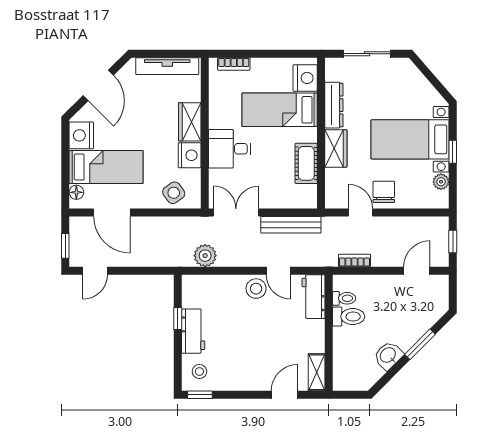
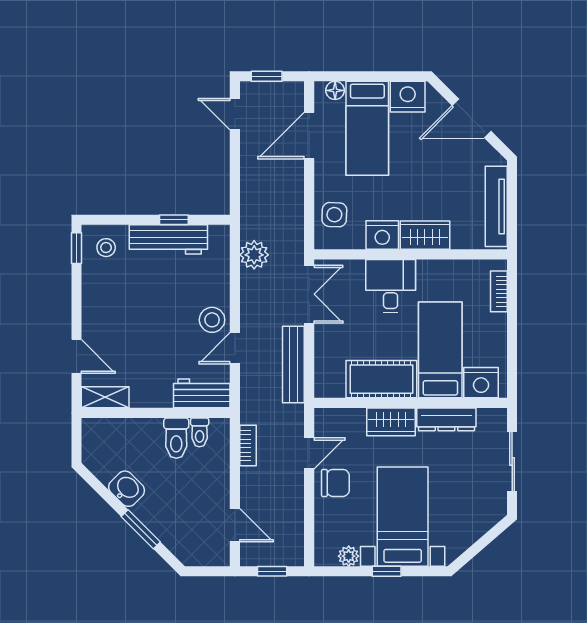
cot: (306, 163) -> (381, 379), width x1.37, depth x1.34
side table: (174, 193) -> (334, 215), turned 38
workbench: (193, 331) -> (168, 239), width x1.38

